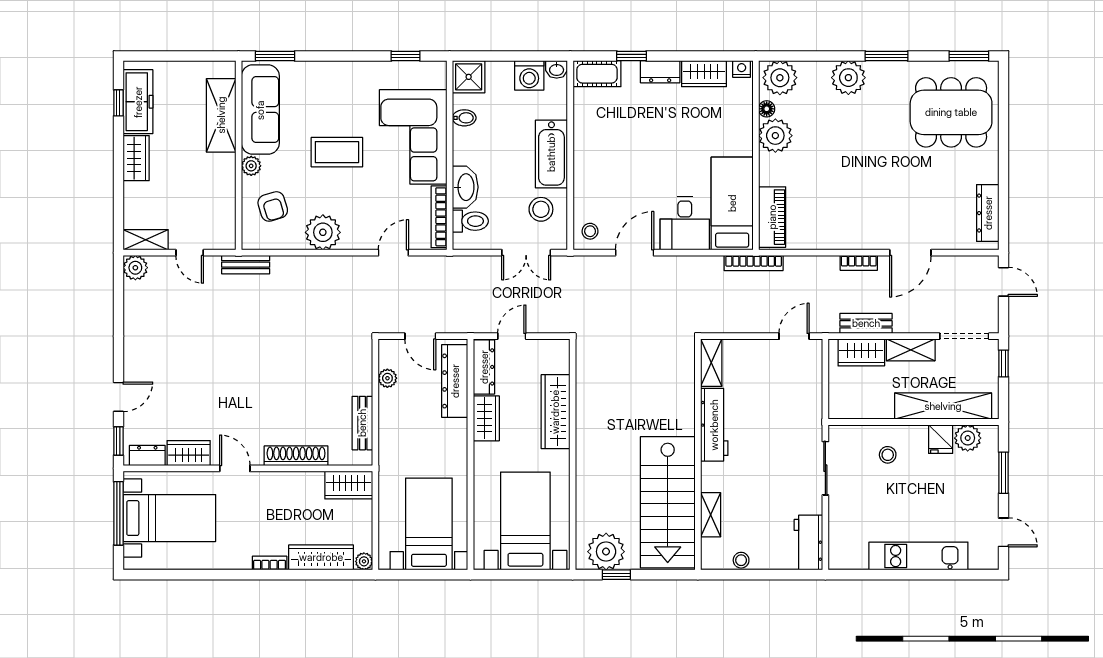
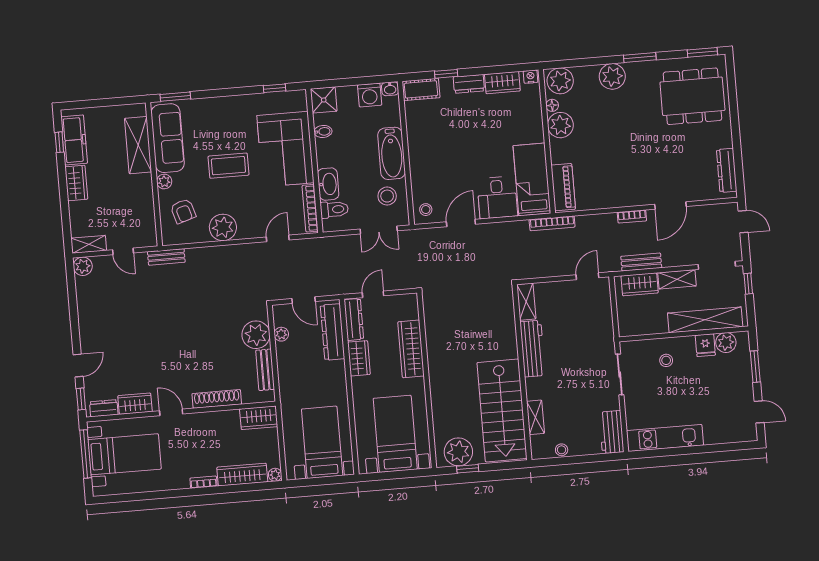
plant: (354, 376) -> (256, 335), added
kitchen unit: (918, 556) -> (665, 438), moved

